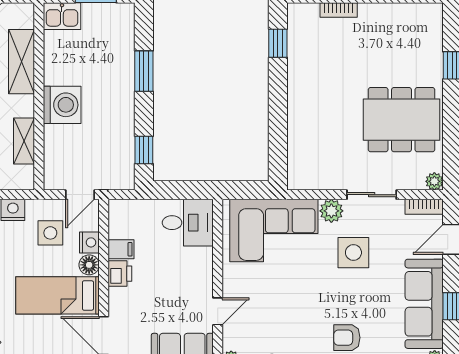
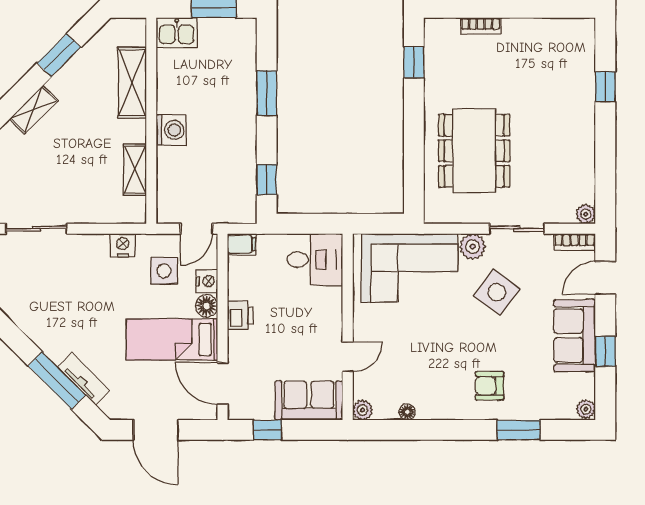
washing machine: (62, 105) -> (171, 130), width x0.73, depth x0.73
dining table: (401, 120) -> (474, 151), moved, turned 90
filing cabinet: (121, 249) -> (242, 244), moved
side table: (353, 253) -> (497, 292), turned 37
sofa: (424, 304) -> (575, 336), width x0.73

